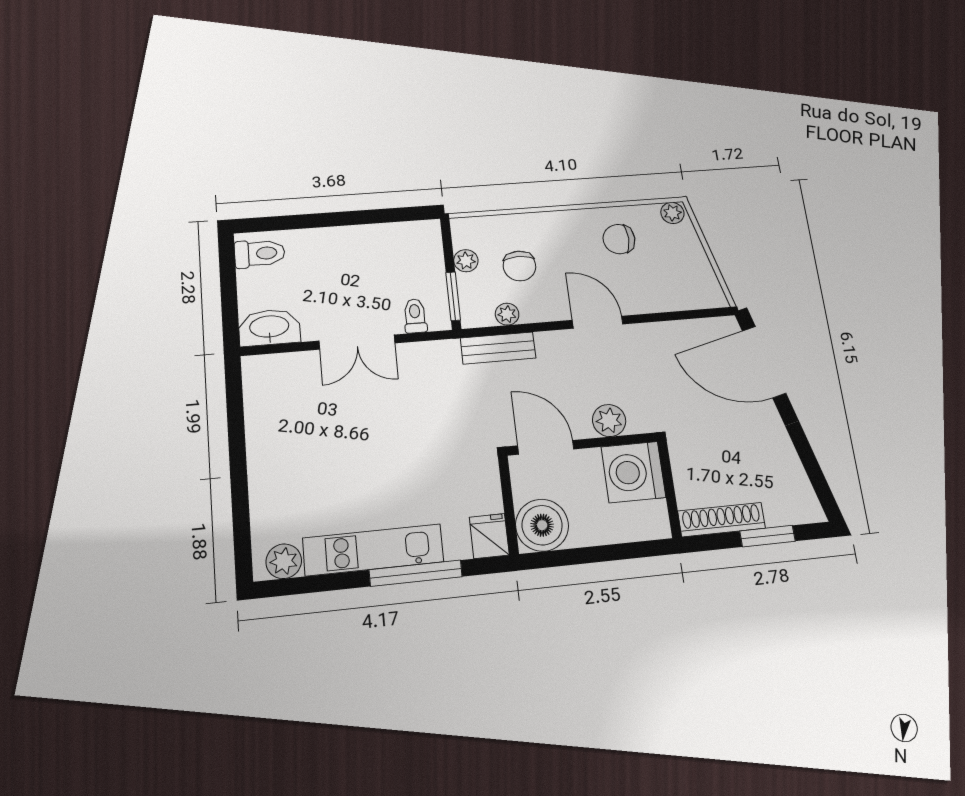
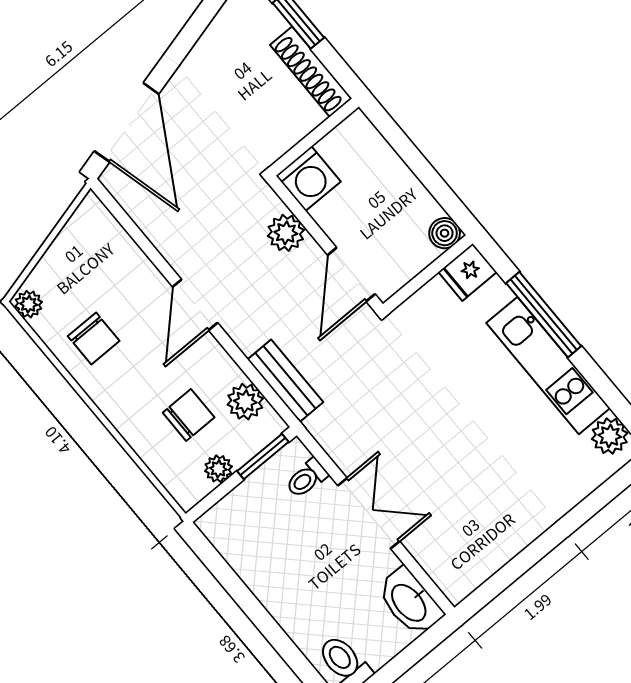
plant: (507, 314) -> (245, 402), width x1.38, depth x1.38
washing machine: (633, 472) -> (308, 179), width x0.73, depth x0.73
boiler: (542, 525) -> (445, 233), width x0.54, depth x0.54

